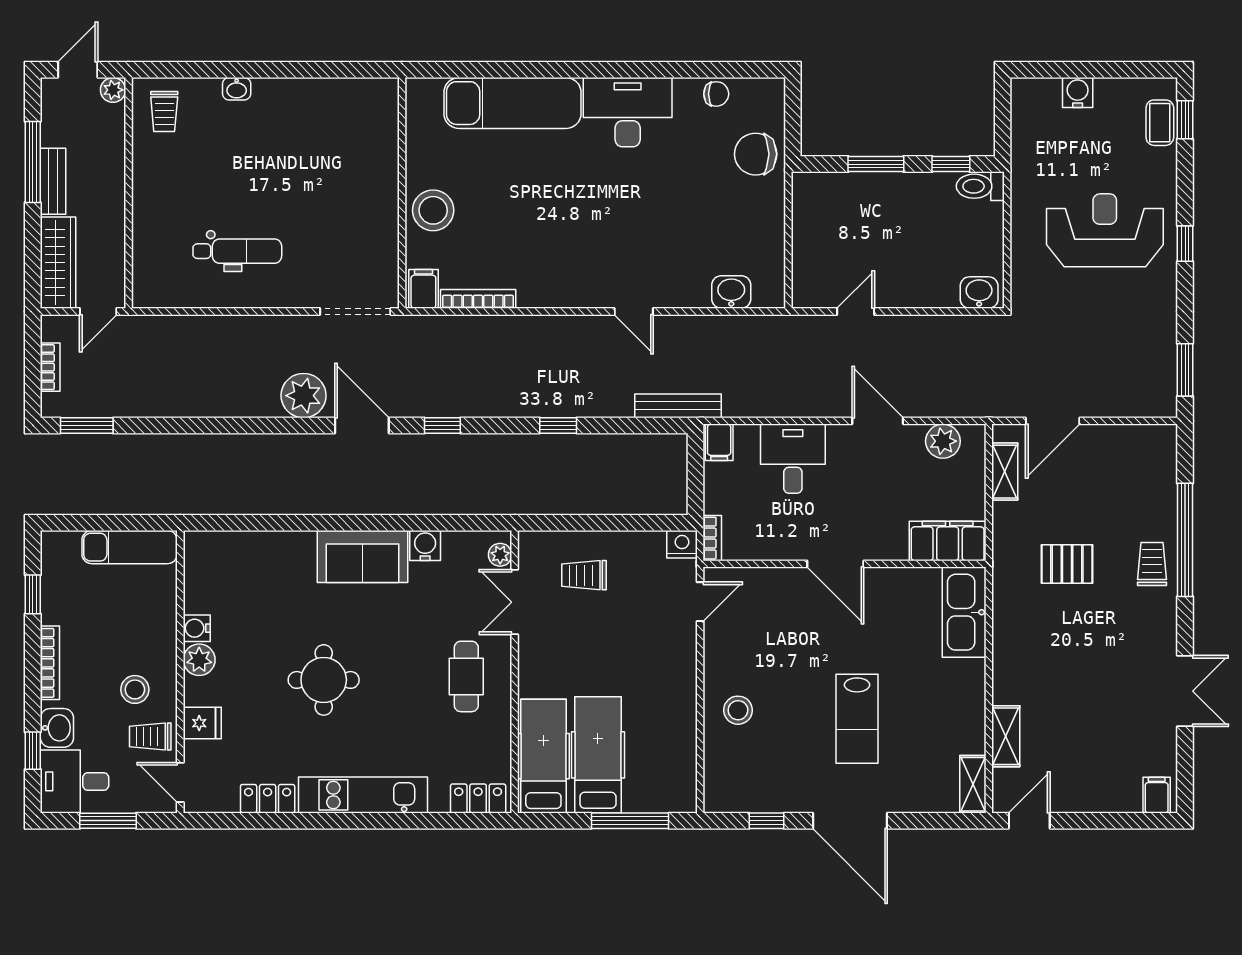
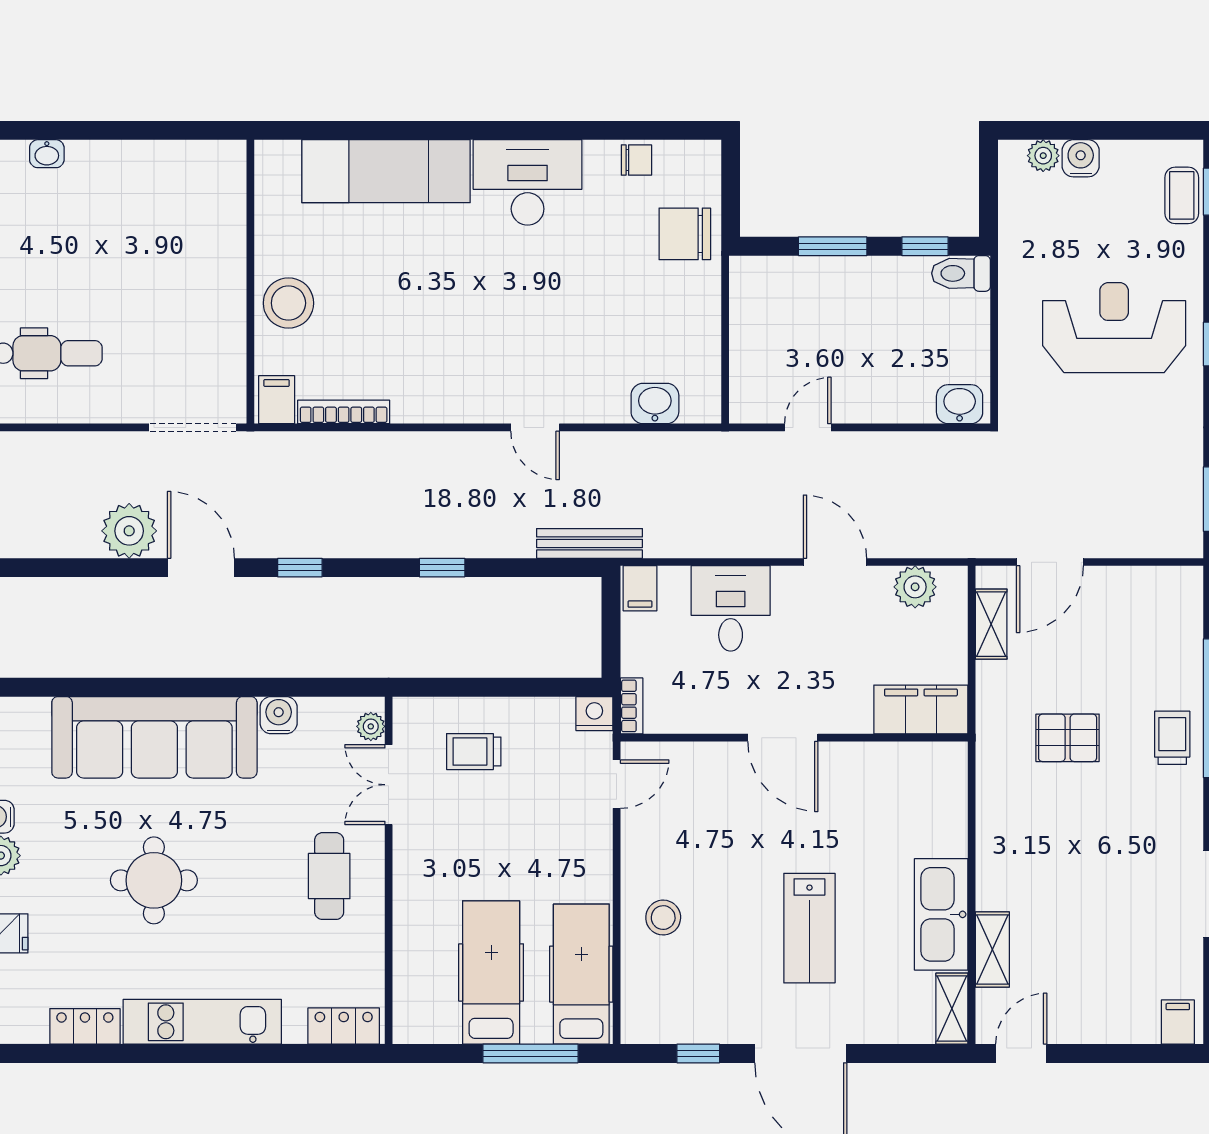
plant: (1047, 90) -> (1043, 156), added
sofa: (362, 556) -> (154, 737), width x1.85, depth x1.27
kitchen sink: (964, 612) -> (941, 914), moved
hospital bed: (543, 756) -> (581, 974), moved

